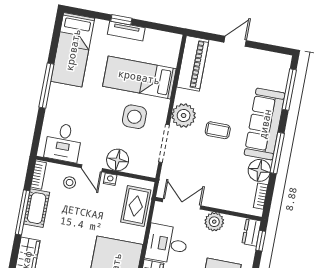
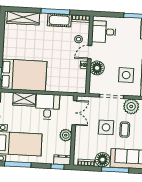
side table: (211, 158) -> (106, 127), added
rug: (136, 206) -> (69, 84), removed

